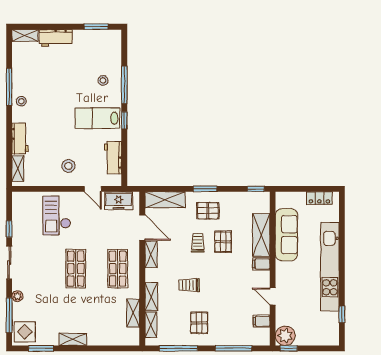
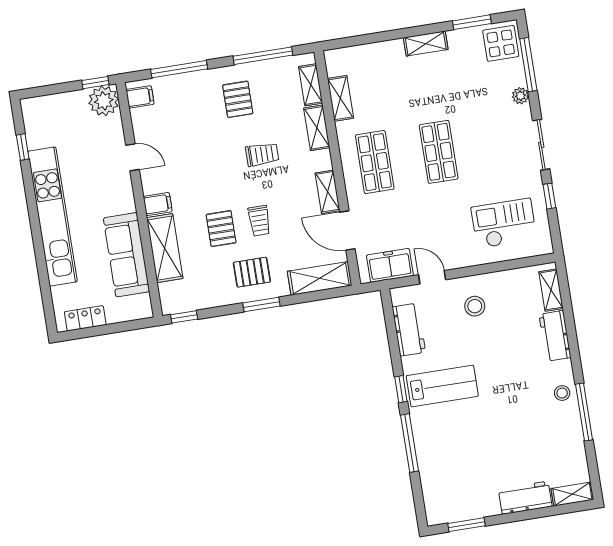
stool: (103, 80) -> (443, 445), removed
checkout: (57, 215) -> (504, 223), moved, turned -90
filing cabinet: (261, 321) -> (140, 97), moved

